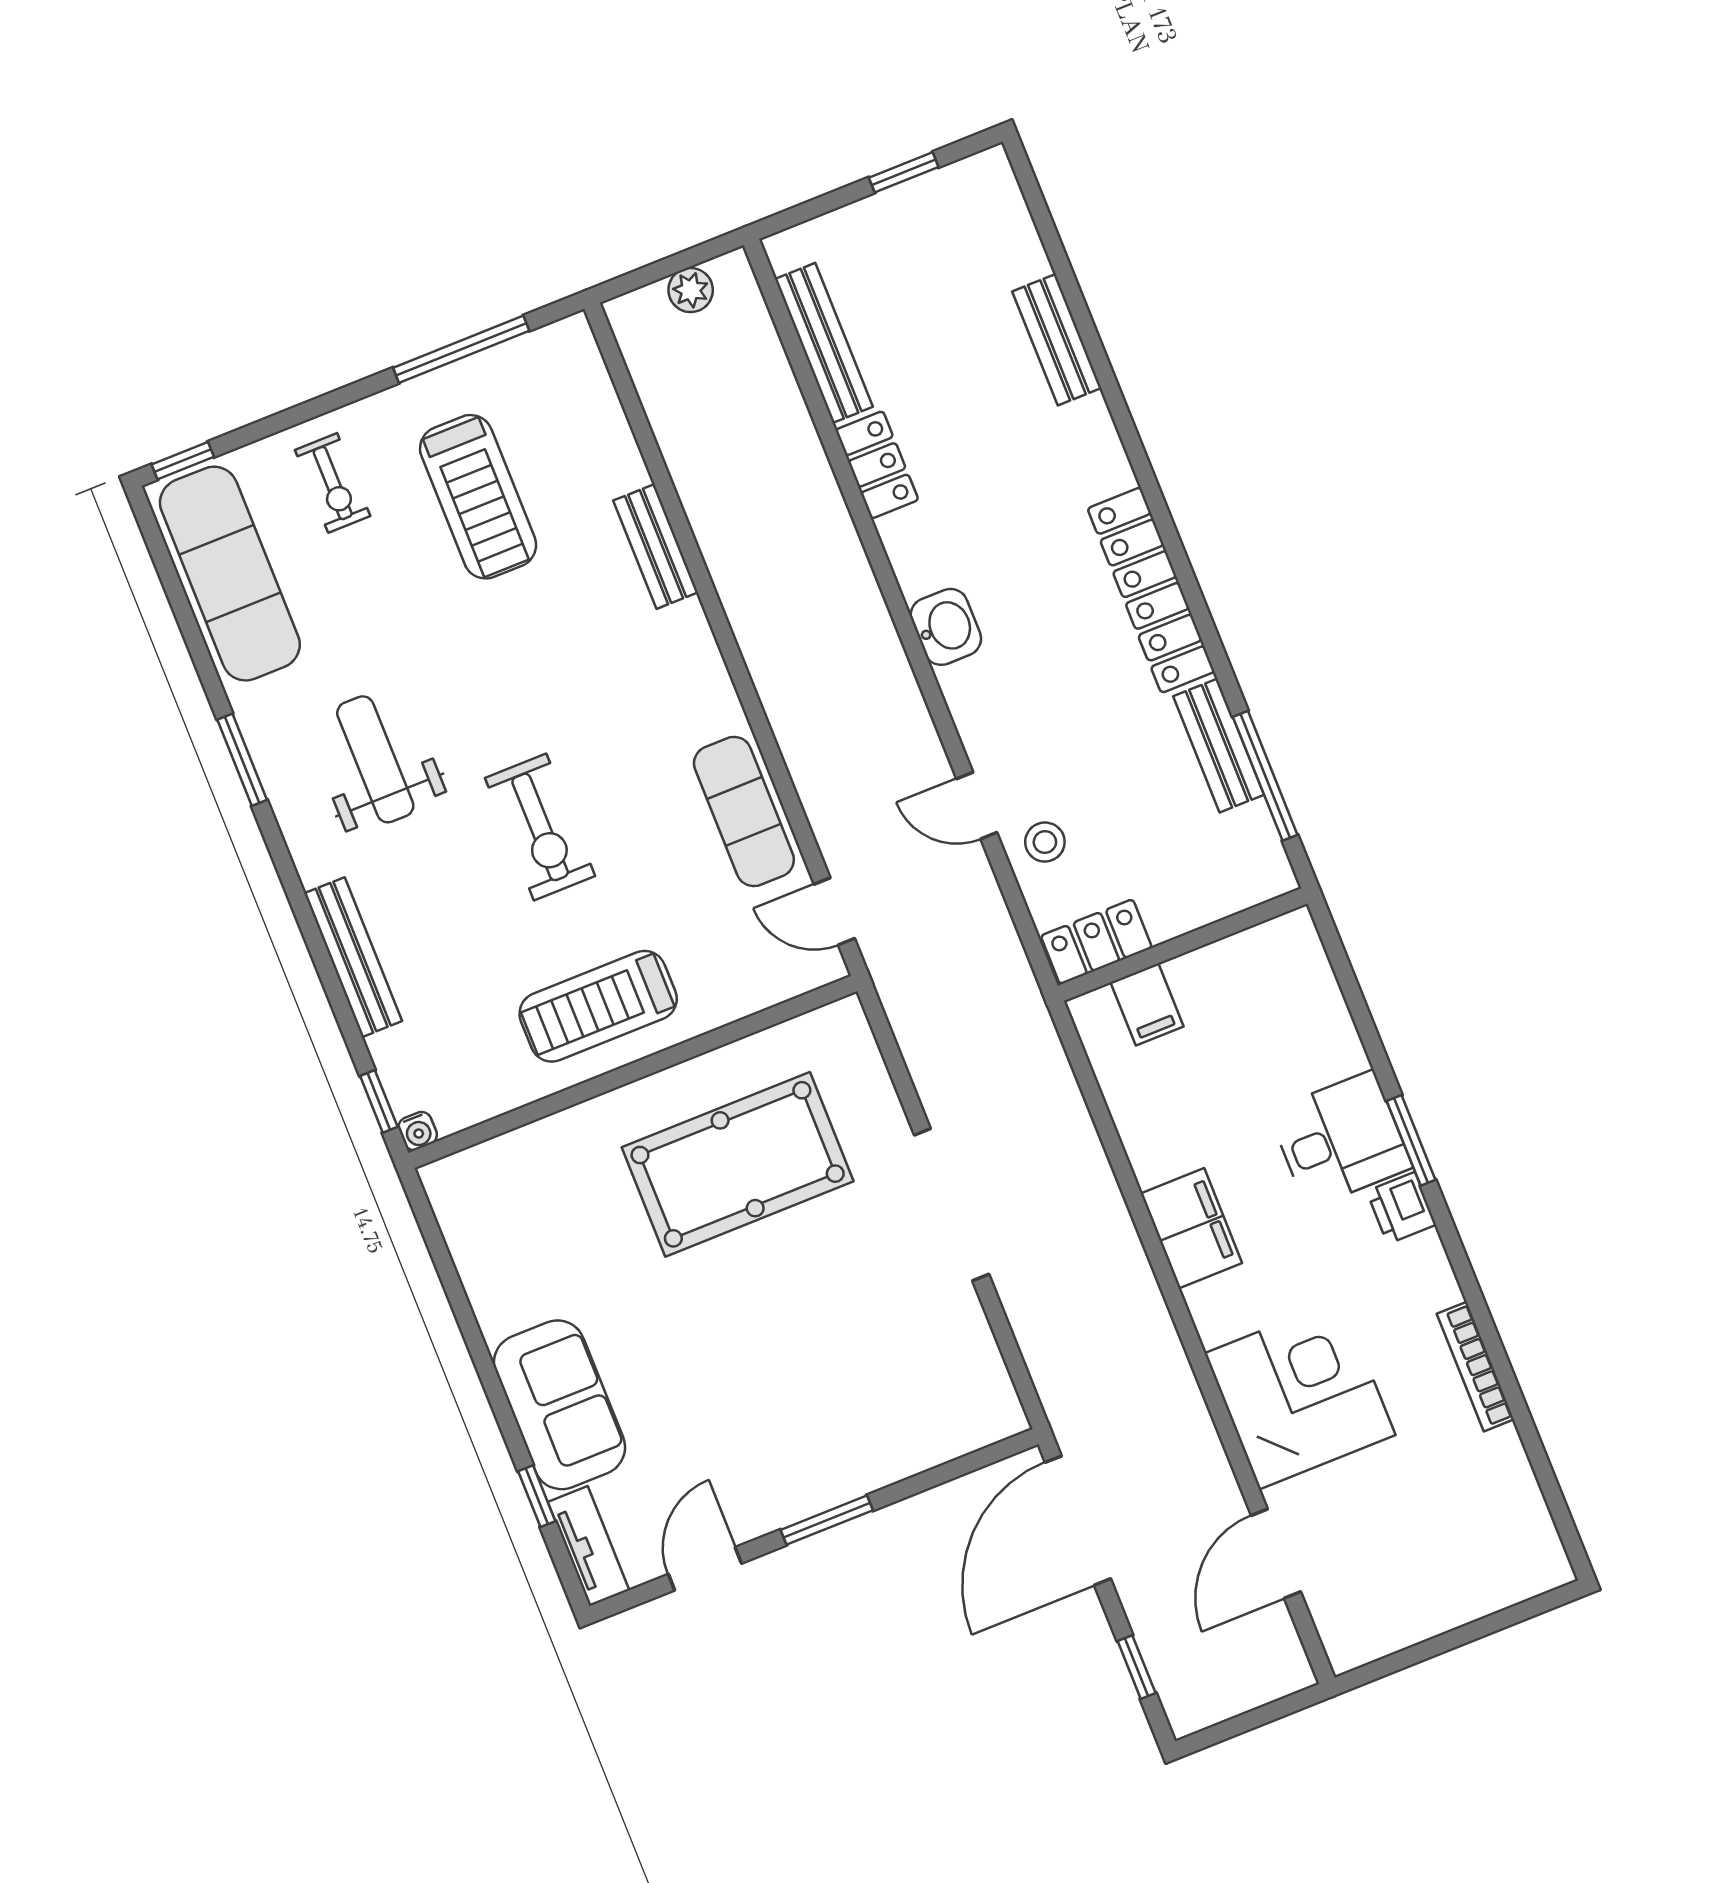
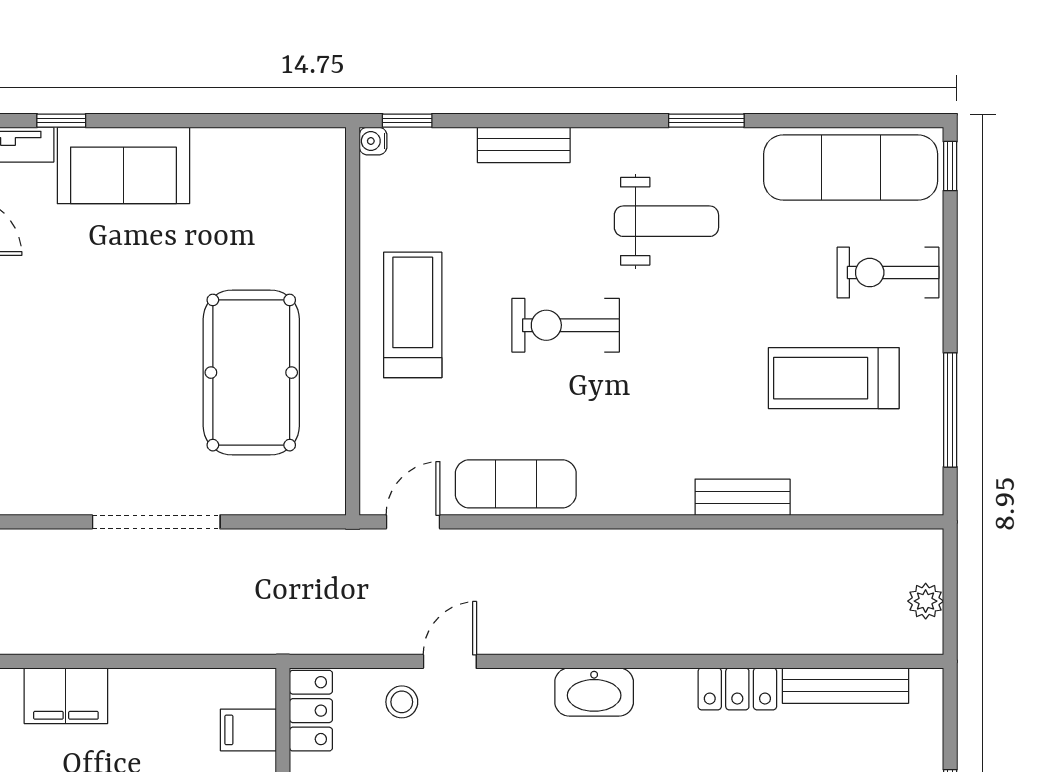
exercise bike: (333, 483) -> (888, 273), width x1.38, depth x1.39
washbasin: (946, 627) -> (594, 692), width x1.38
bench: (353, 957) -> (524, 145), width x0.73

